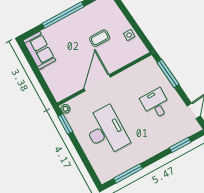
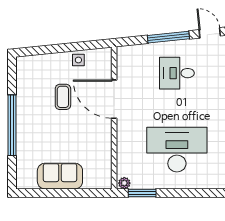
sofa: (39, 50) -> (60, 176), moved
window: (168, 73) -> (168, 37), moved
door: (97, 83) -> (114, 99), moved

